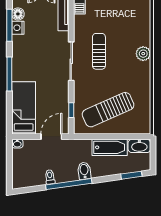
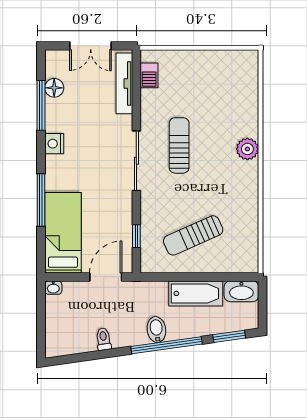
nightstand: (18, 28) -> (54, 144), moved
window: (9, 74) -> (41, 200), moved
sun lounger: (108, 110) -> (193, 235), width x0.73, depth x0.75
window: (69, 184) -> (166, 345), moved

